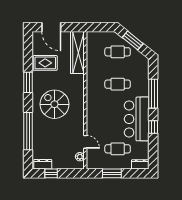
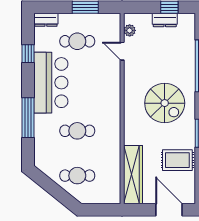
window: (133, 40) -> (56, 191), removed
window: (153, 127) -> (28, 54), moved
dresser: (43, 164) -> (165, 20), moved

